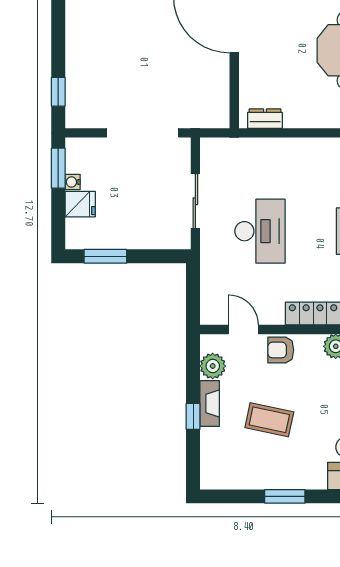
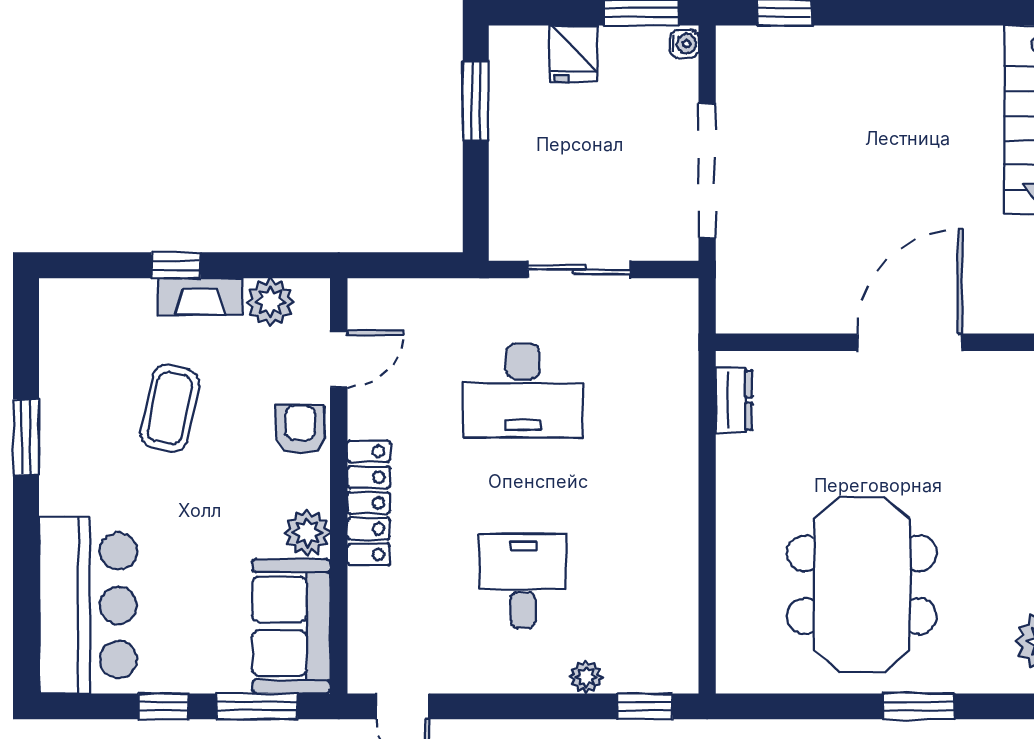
water cooler: (73, 182) -> (684, 44), moved, turned 90

